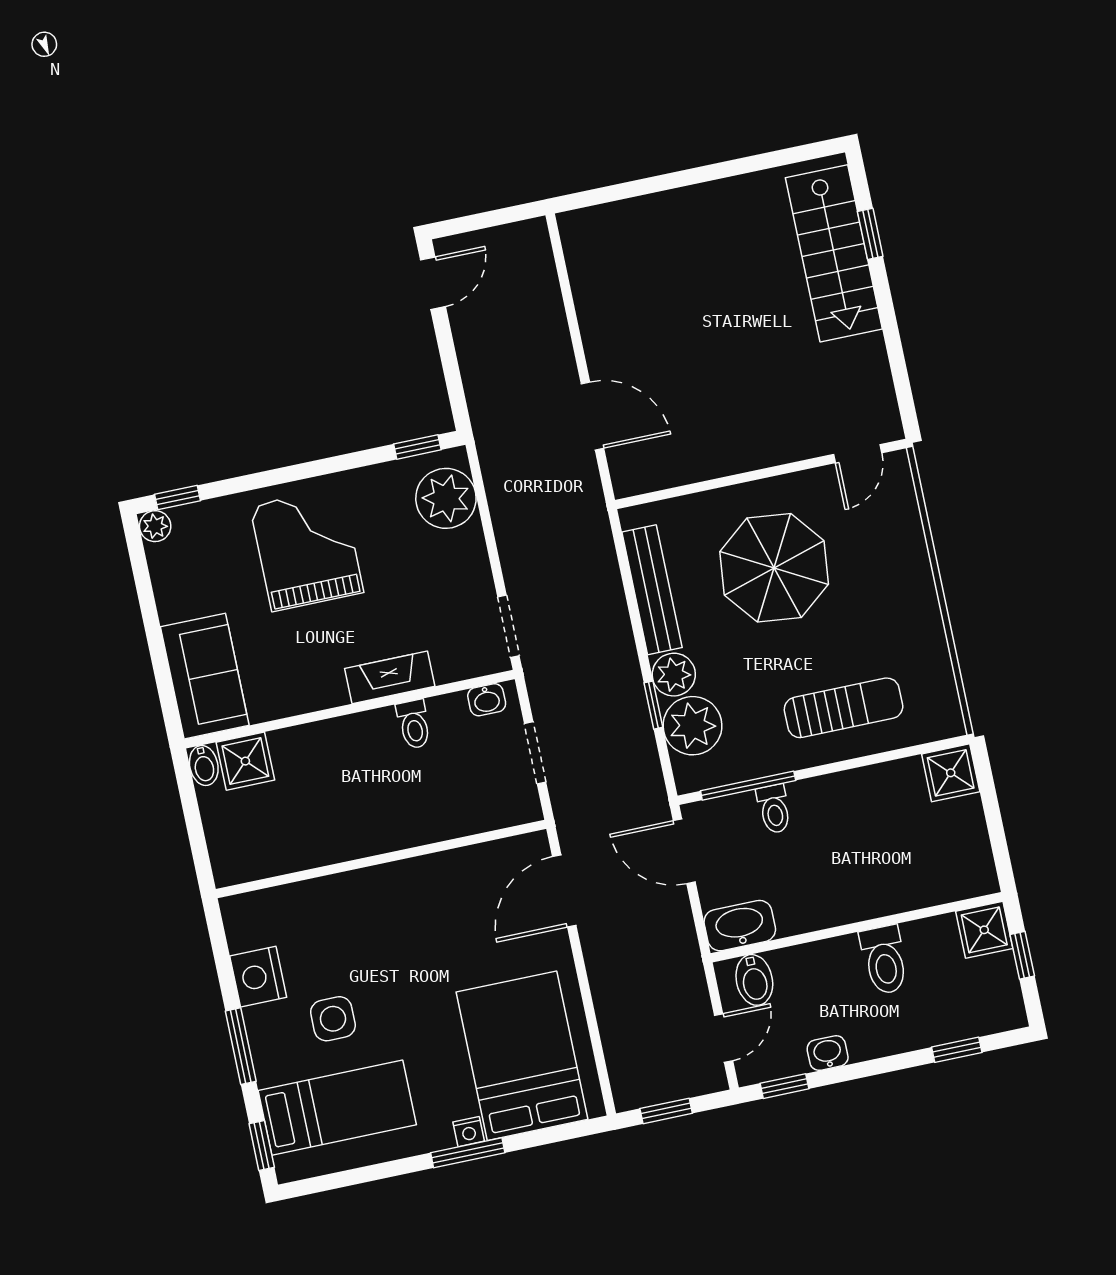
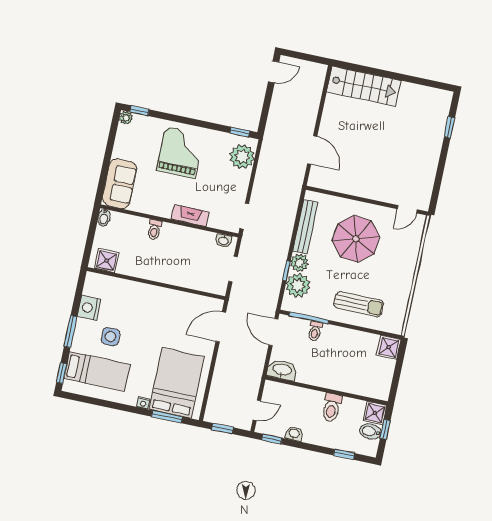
stairs: (834, 253) -> (364, 86), moved, turned -90
toilet: (414, 724) -> (154, 230), moved
shower: (245, 761) -> (107, 261), moved
bidet: (754, 980) -> (370, 431), moved, turned 90
window: (468, 1153) -> (167, 417), moved

